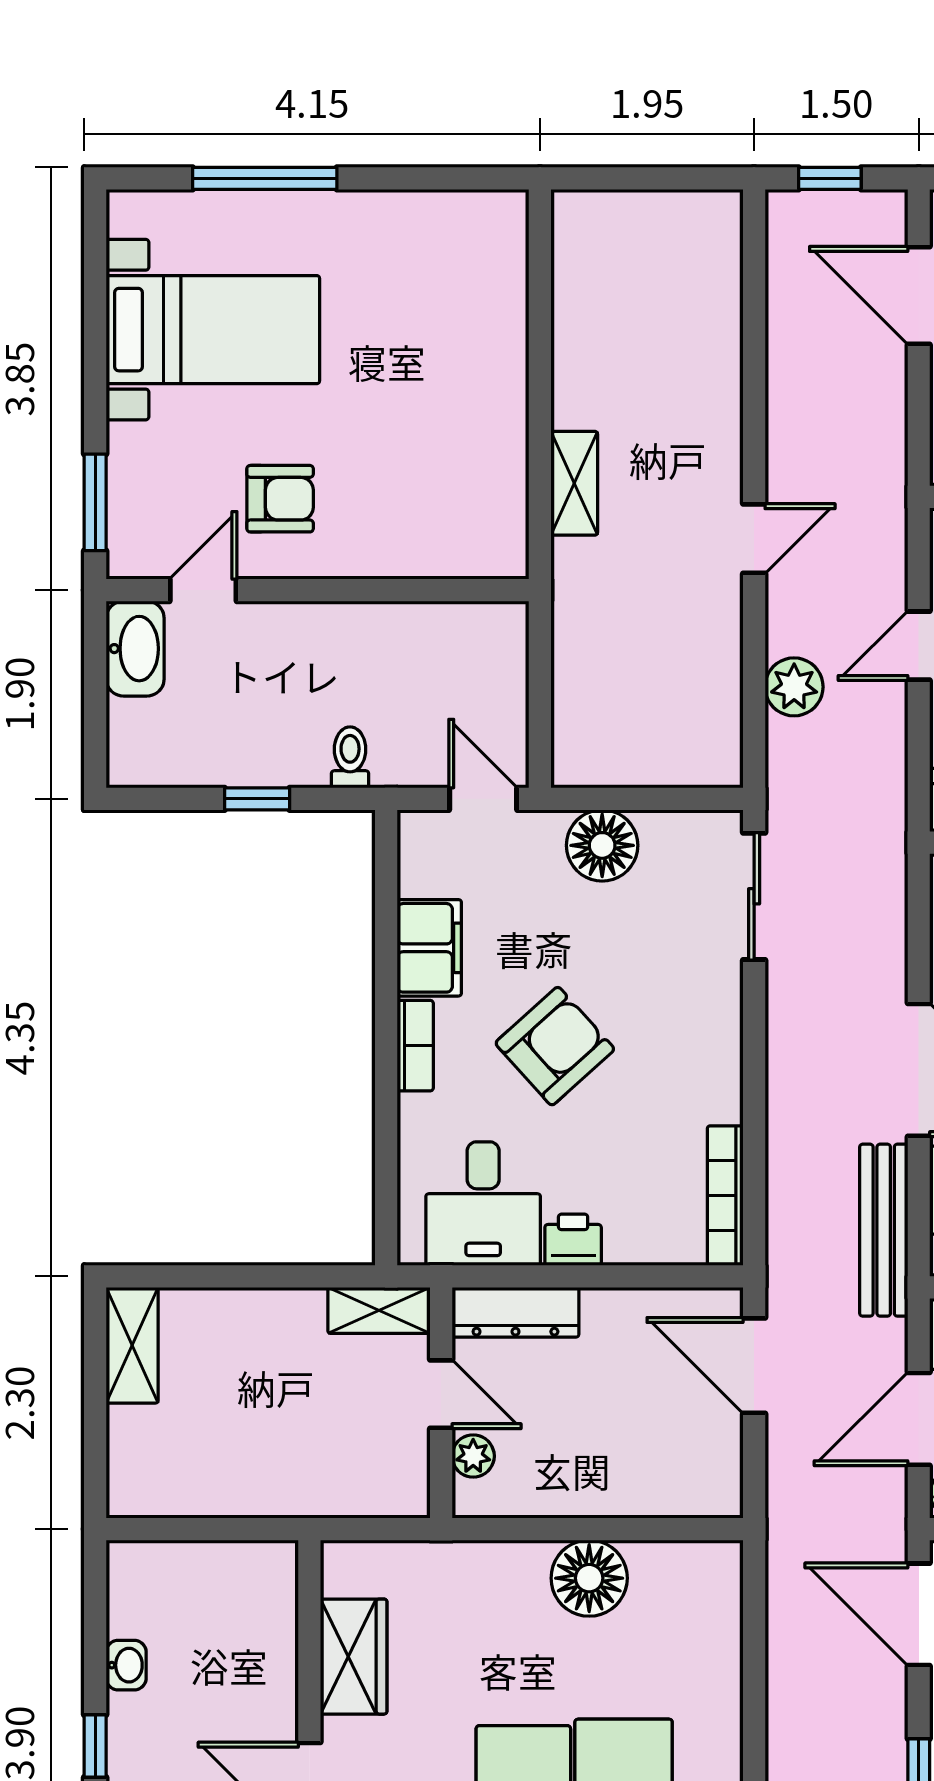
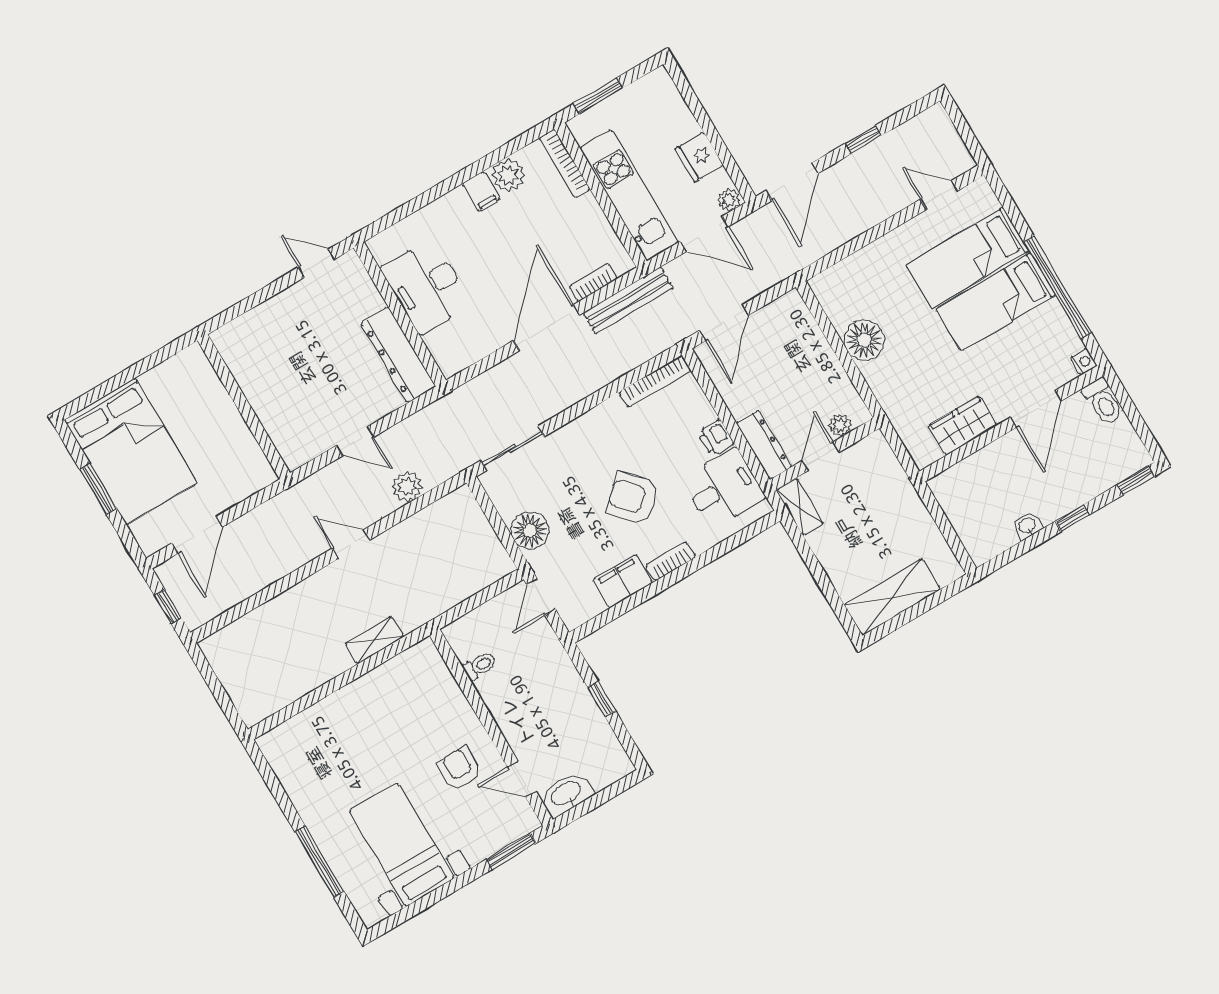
toilet: (350, 757) -> (480, 666), moved, turned 180
shelving: (132, 1345) -> (892, 597), width x1.50, depth x1.33

